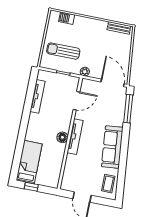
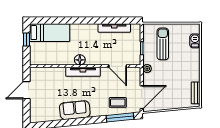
sofa: (112, 147) -> (75, 110), width x0.73
coffee table: (108, 184) -> (118, 102), moved

